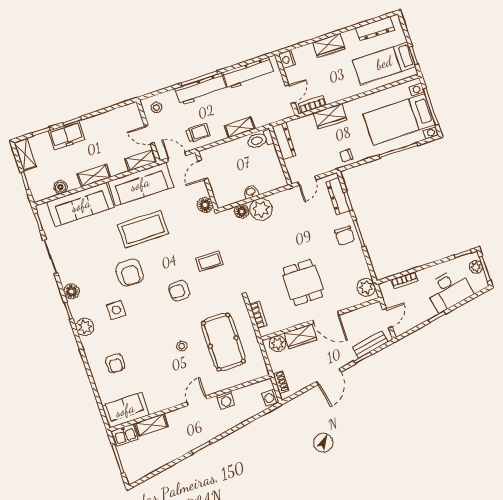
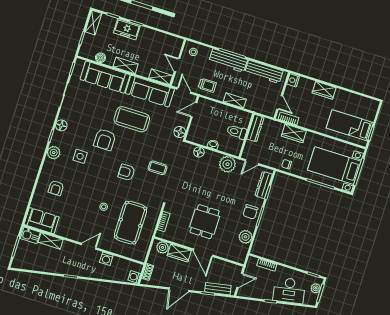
dresser: (375, 29) -> (360, 101), removed
door: (290, 94) -> (280, 102), hinge flipped
toilet: (260, 140) -> (237, 132), moved
plant: (261, 209) -> (227, 164), moved
plant: (366, 287) -> (245, 237), moved

